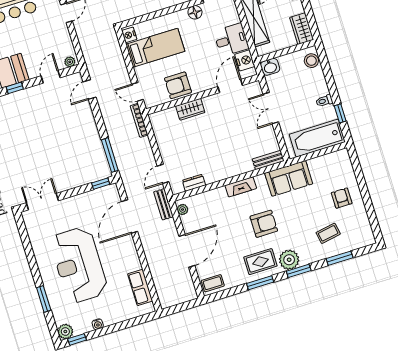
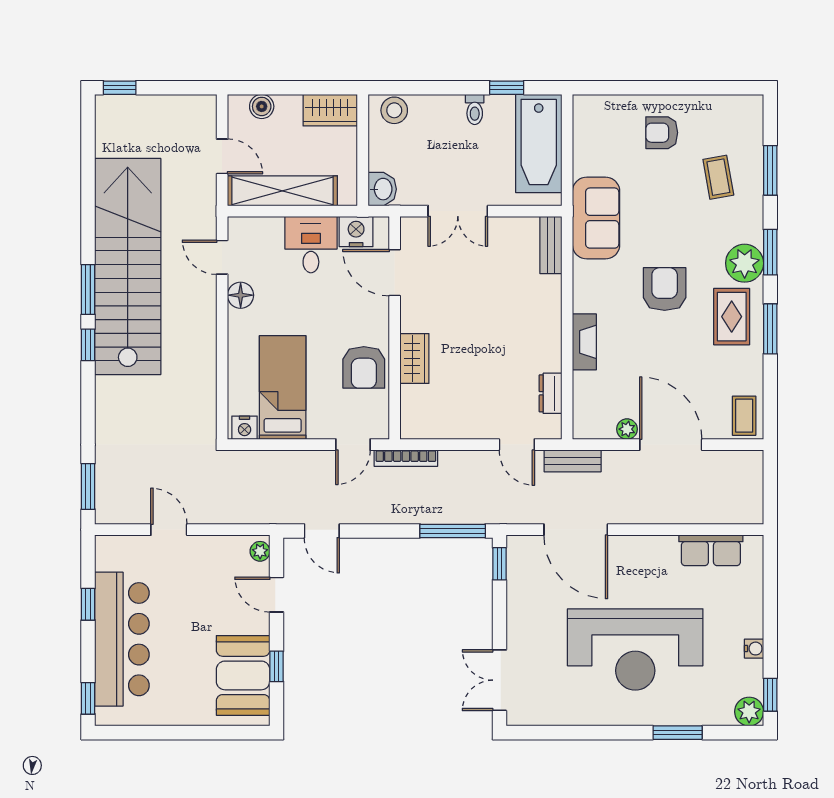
fireplace: (241, 187) -> (584, 342), moved
plant: (183, 210) -> (627, 429), moved

